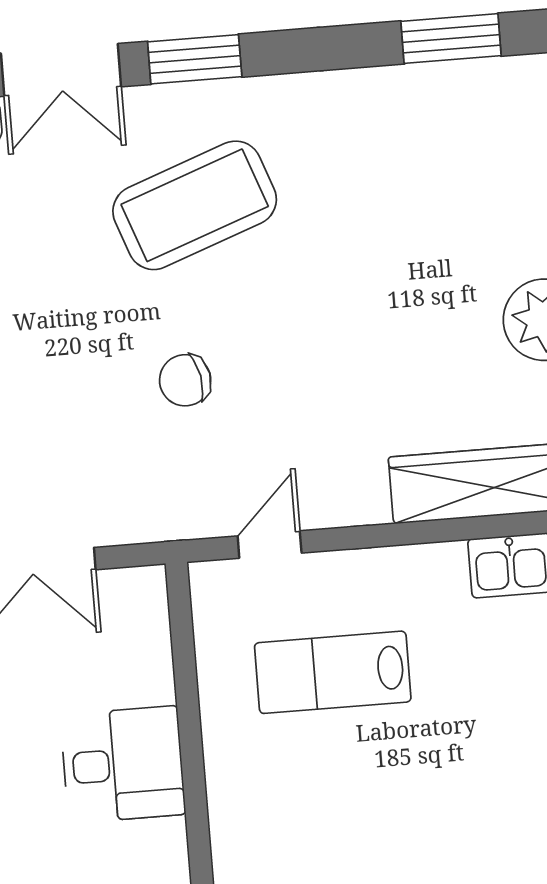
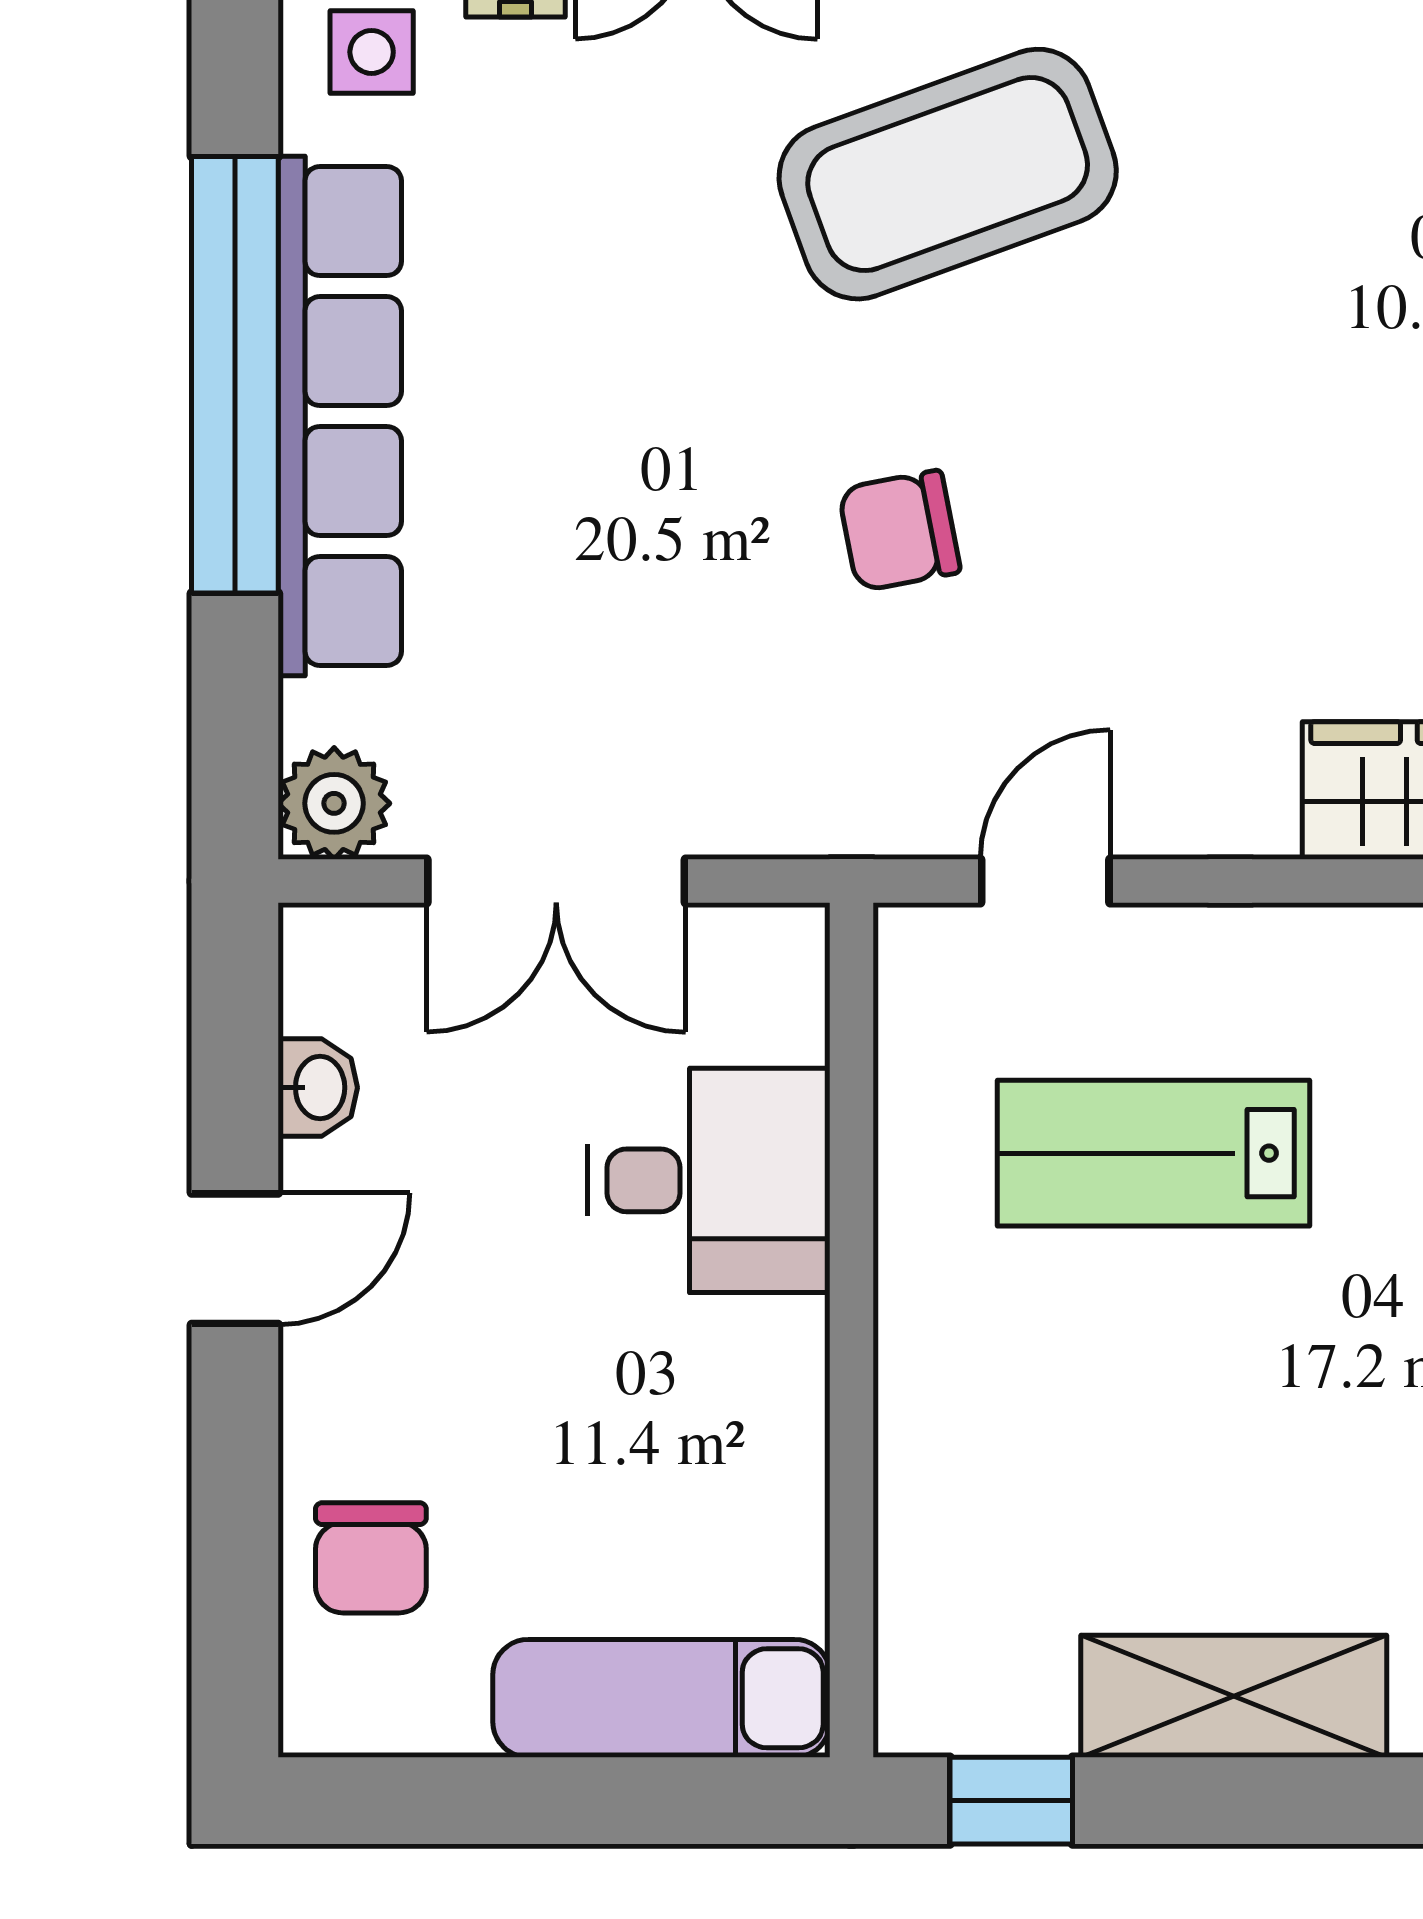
desk: (123, 764) -> (709, 1180), moved

